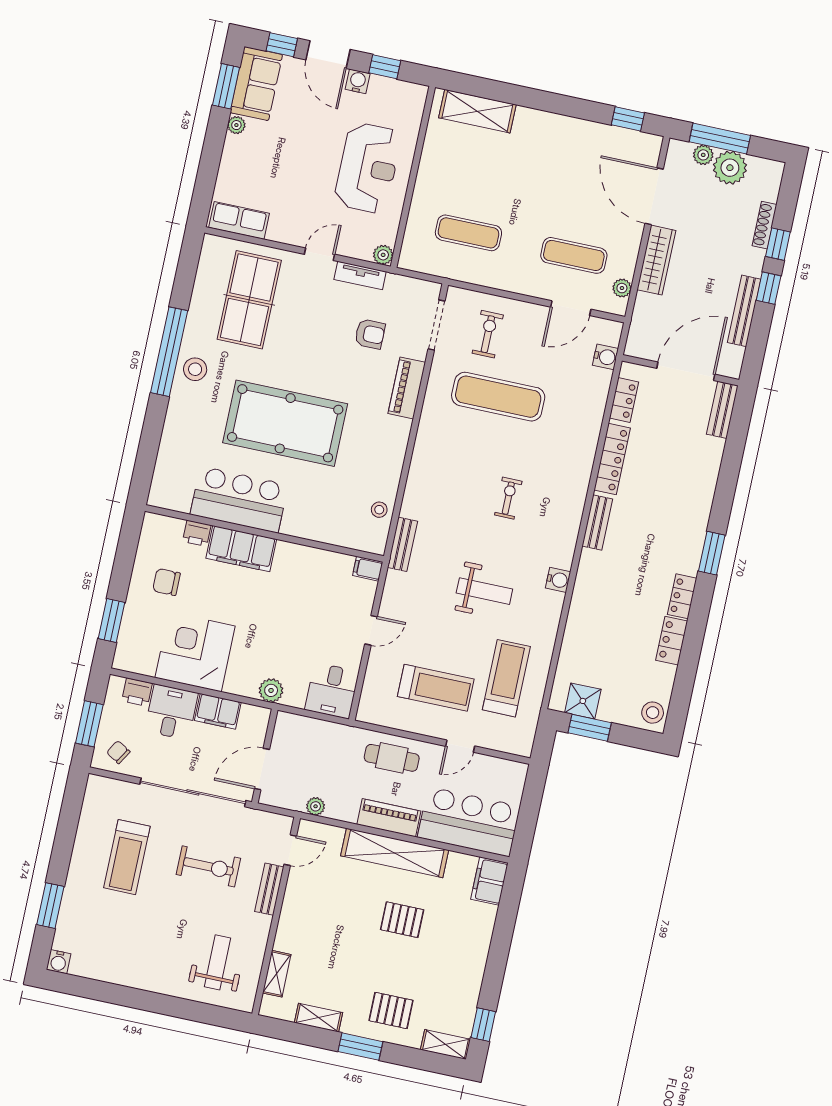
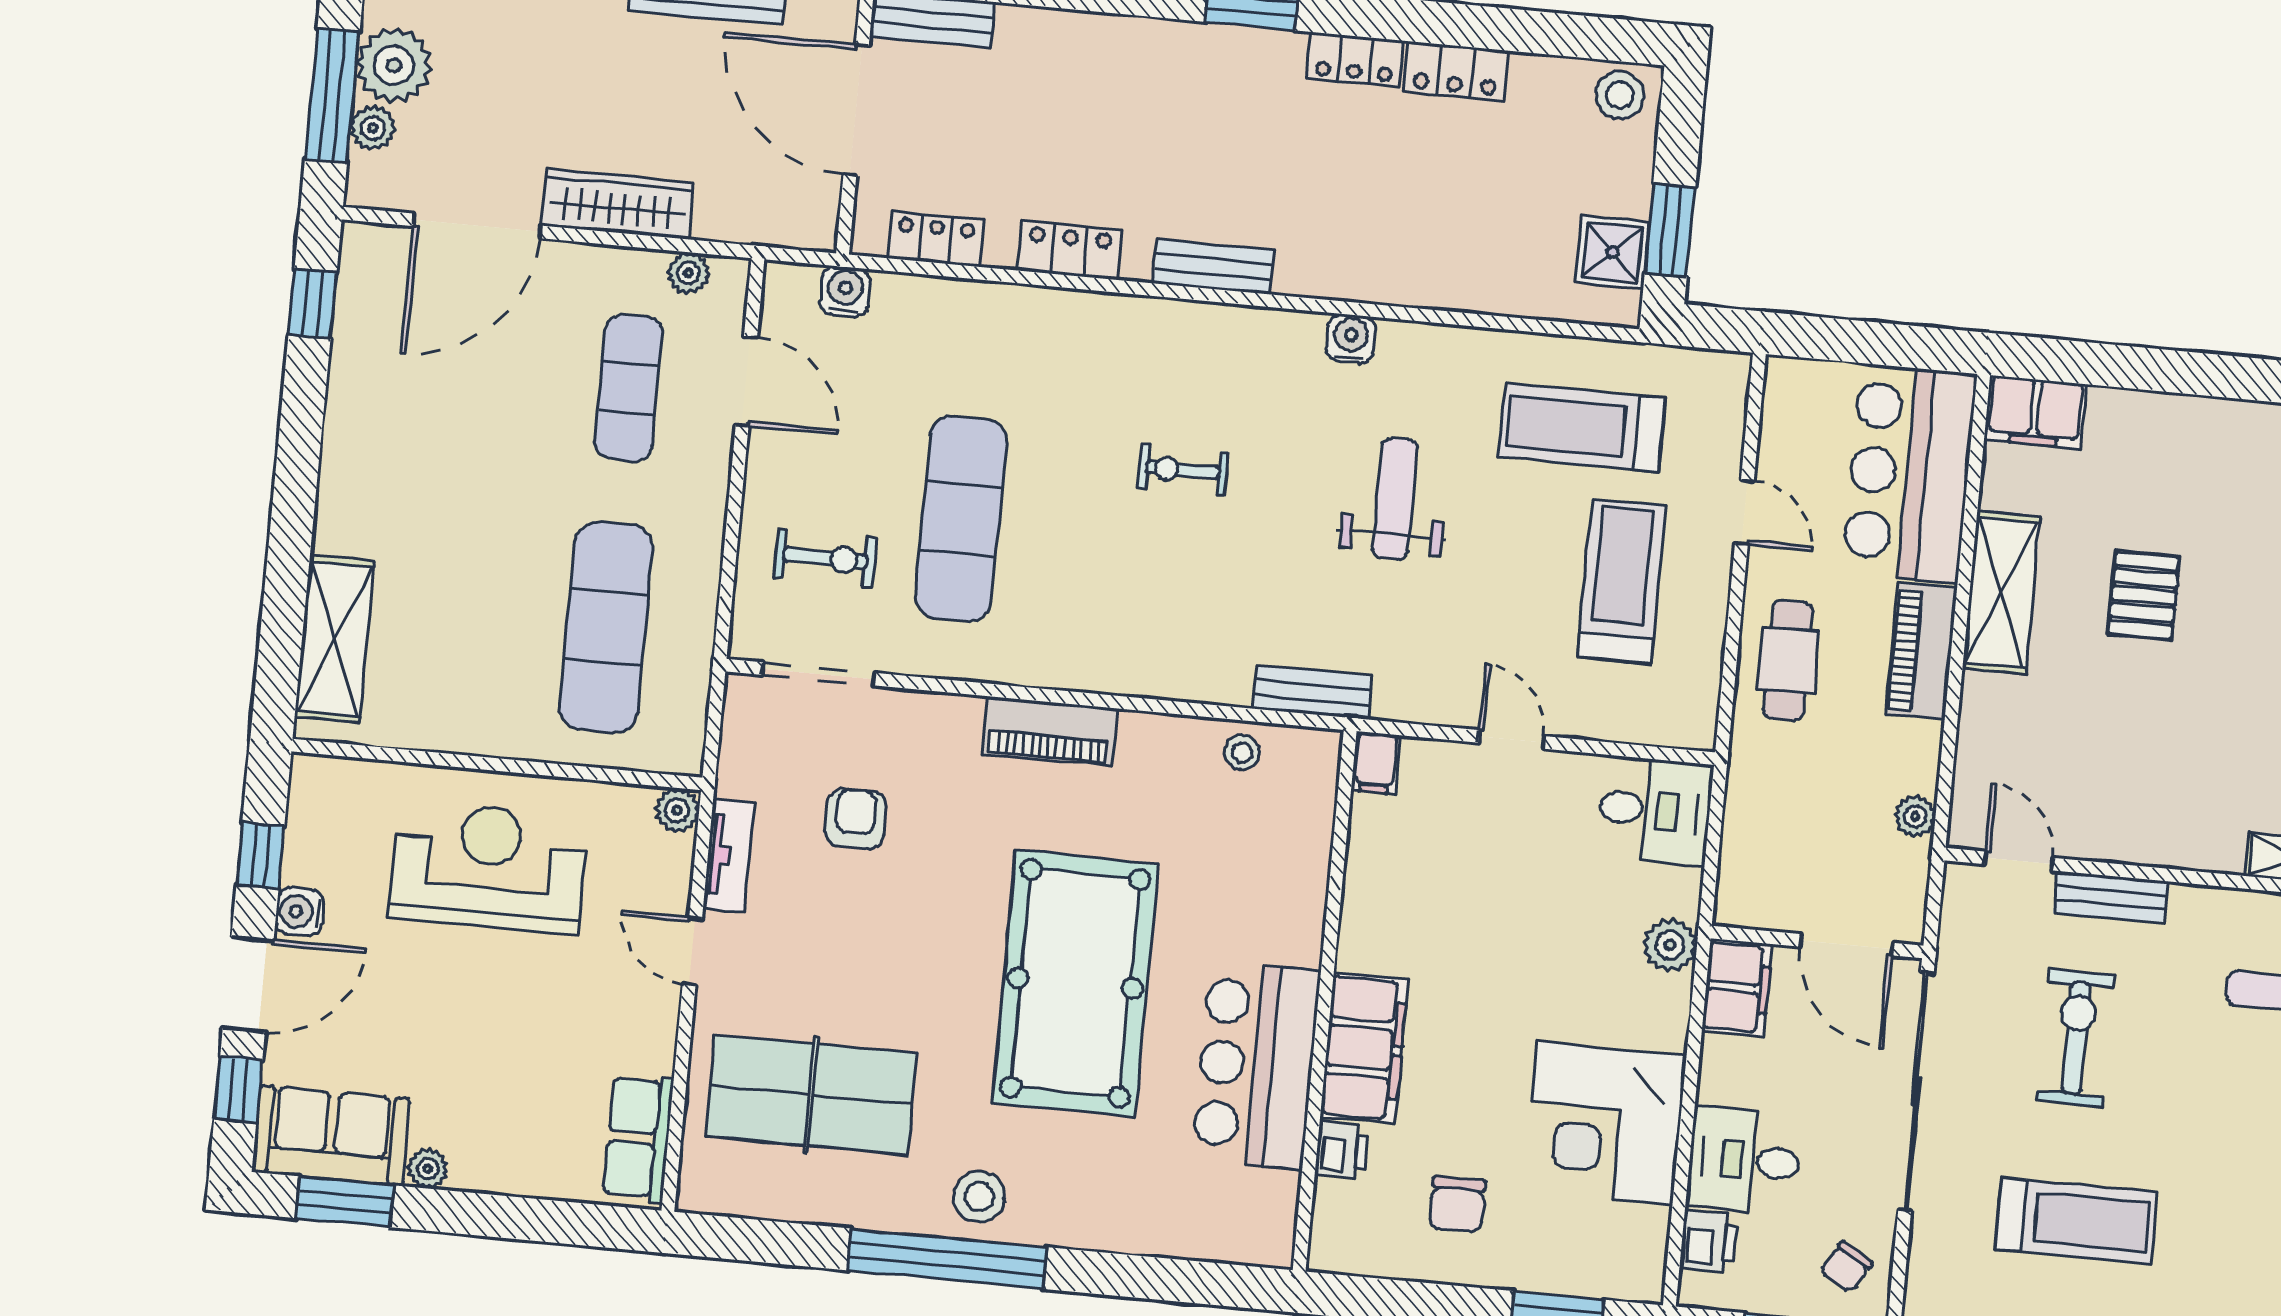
exercise mat: (468, 233) -> (606, 627), width x1.36, depth x1.45
exercise bike: (488, 334) -> (825, 558), turned 180
piano: (407, 388) -> (1050, 731), moved
locker: (612, 459) -> (1069, 250), width x0.66
filing cabinet: (218, 711) -> (1737, 988), moved
shelving: (395, 853) -> (2001, 592), width x0.68

